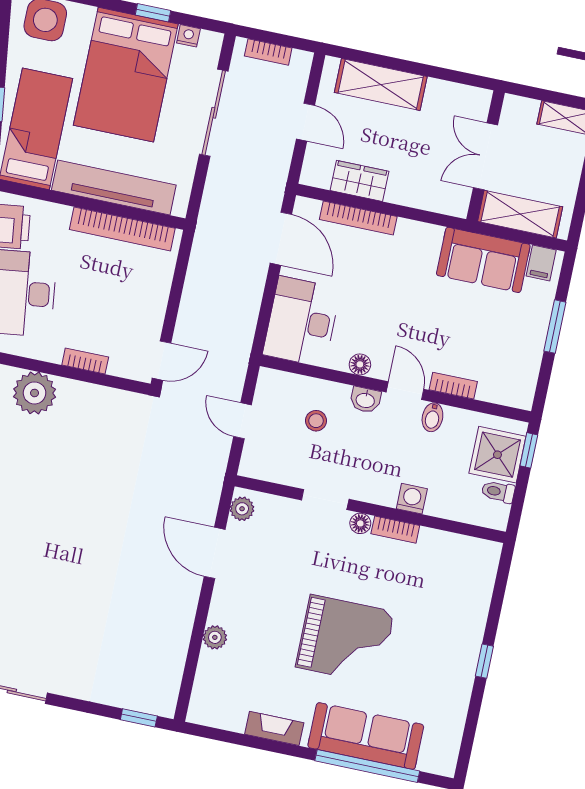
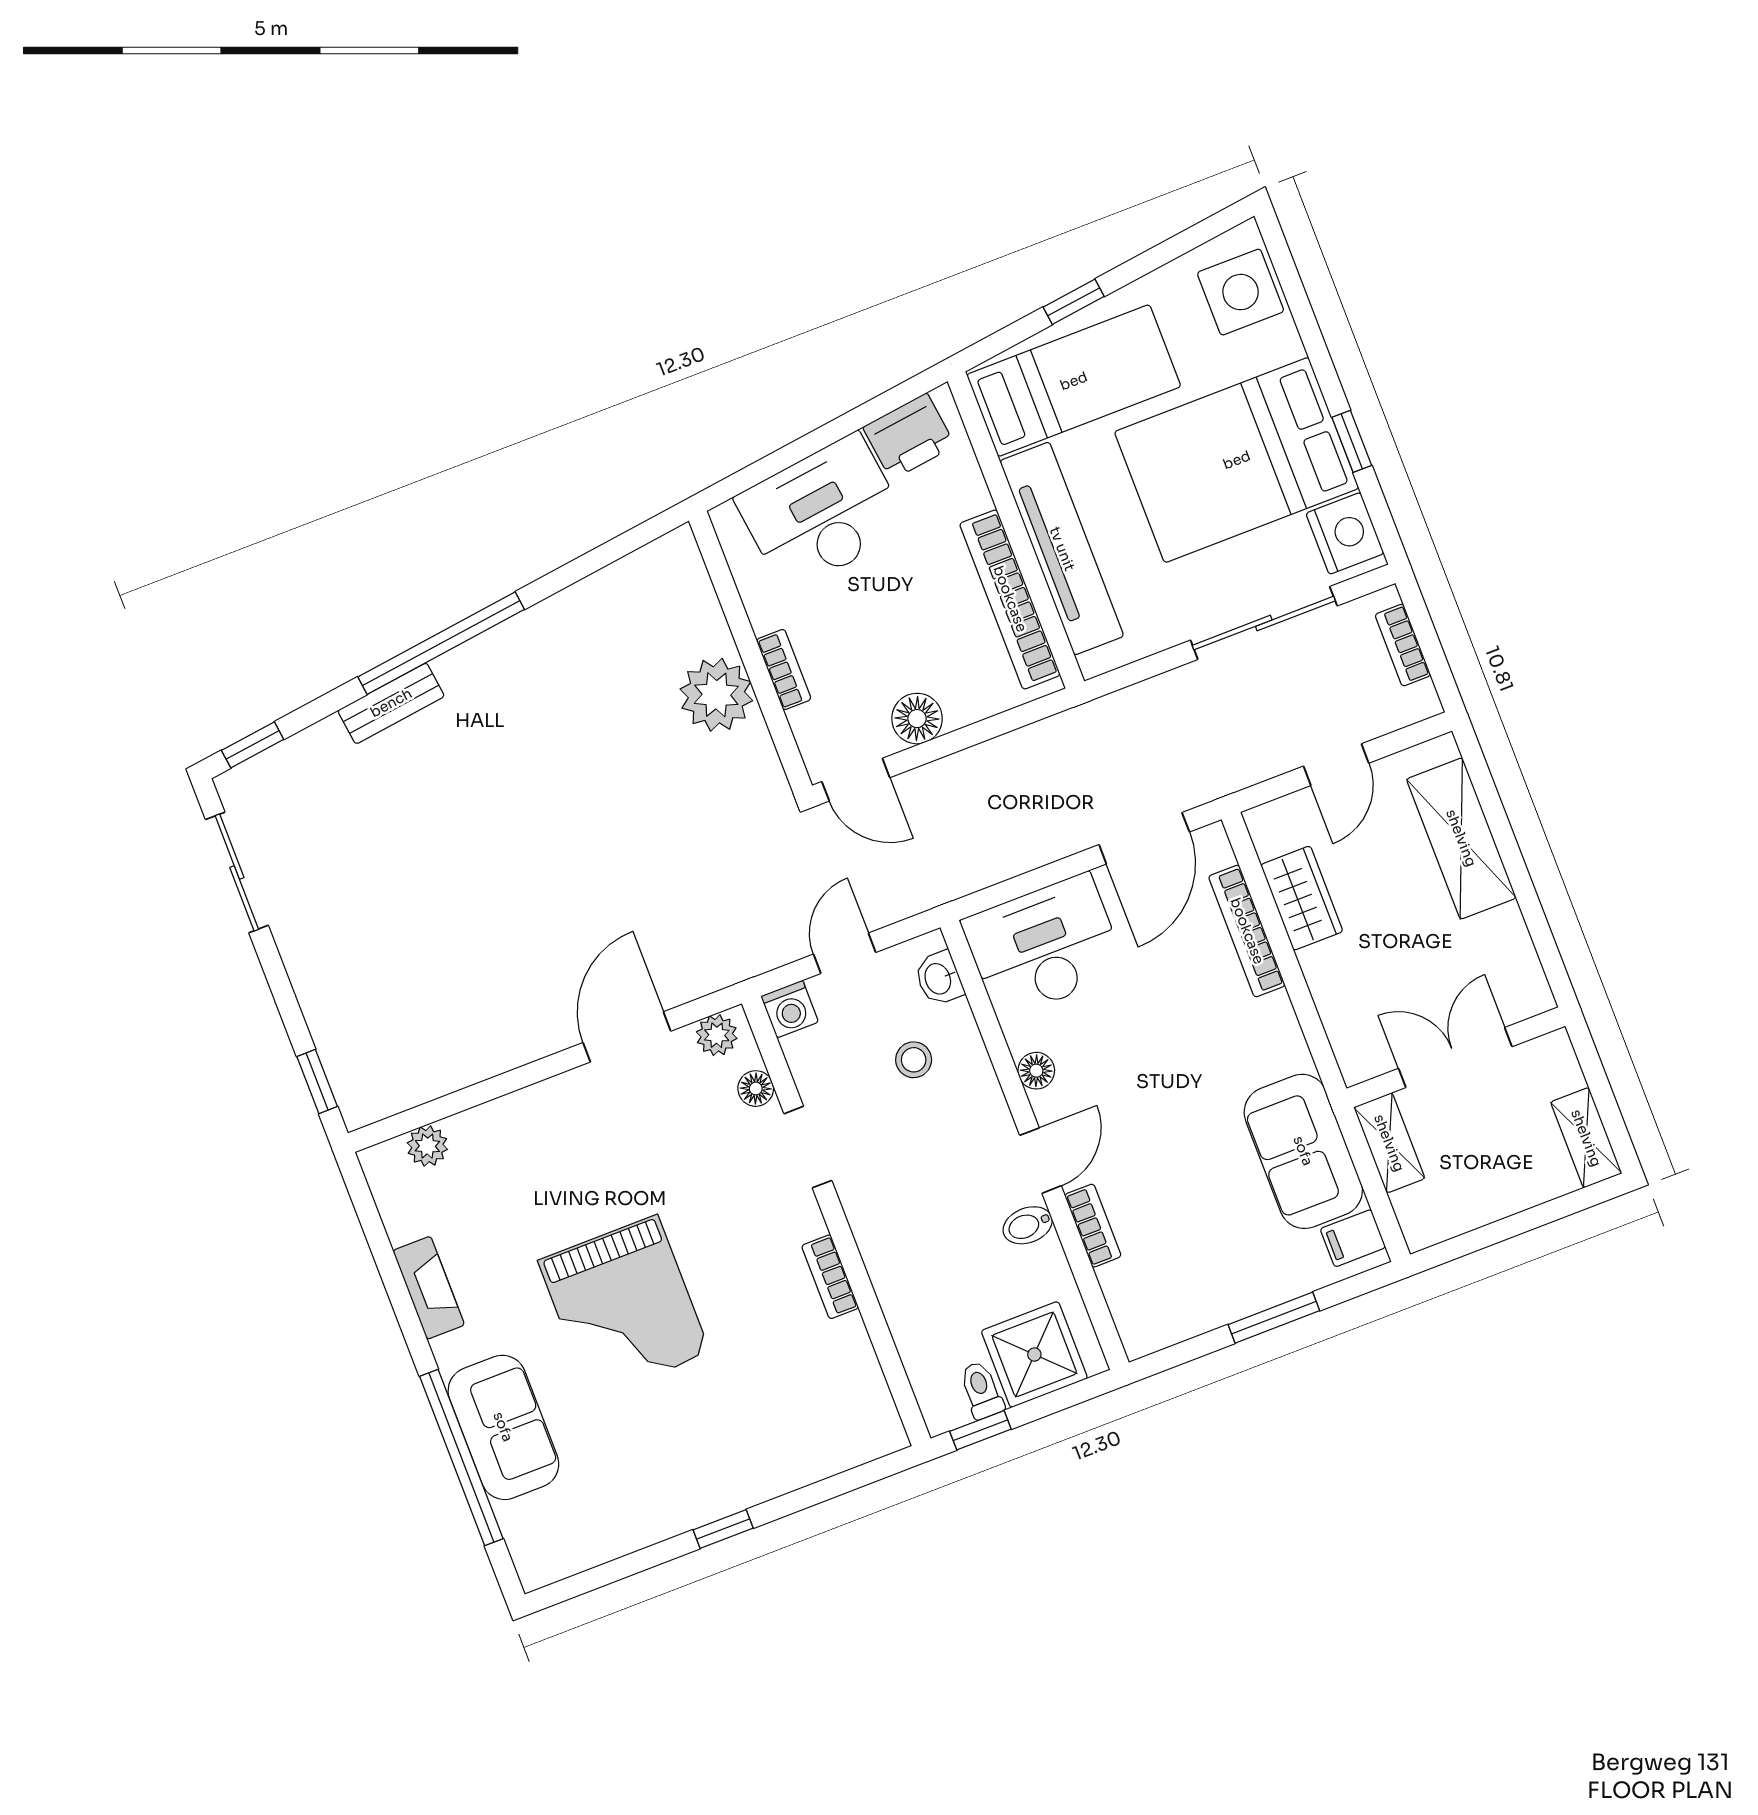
nightstand: (188, 36) -> (1345, 533), width x1.89, depth x1.79
shelving: (520, 214) -> (1389, 1143), width x0.67, depth x0.75
floor lamp: (151, 312) -> (917, 719), added
plant: (35, 393) -> (716, 695), moved
washbasin: (365, 400) -> (939, 978), moved
window: (529, 450) -> (980, 1430), moved
washing machine: (412, 499) -> (790, 1009), moved, turned 90
floor lamp: (360, 523) -> (756, 1089), moved
plant: (215, 637) -> (427, 1146), moved
sofa: (366, 736) -> (503, 1427), width x0.73

